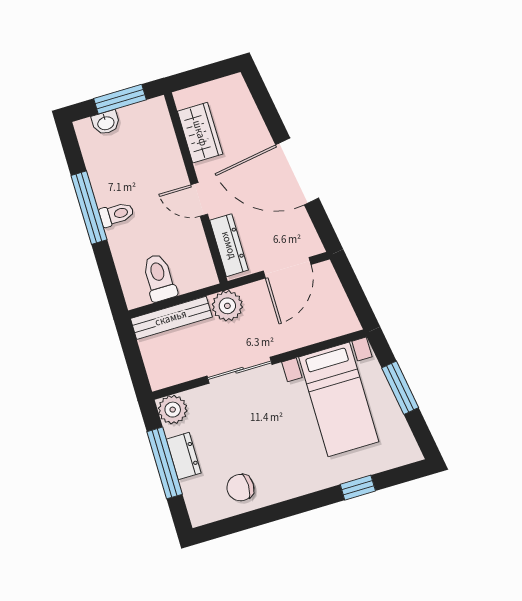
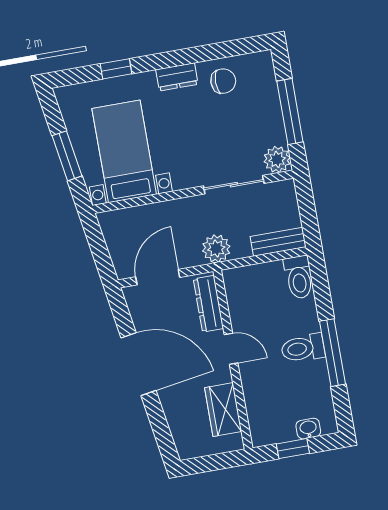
window: (120, 99) -> (293, 449), width x0.67
toilet: (117, 214) -> (303, 348), width x1.37, depth x1.39
toilet: (159, 278) -> (299, 277), moved
bench: (171, 318) -> (278, 242), width x0.73
sliding door: (239, 370) -> (234, 185), moved
dresser: (184, 456) -> (177, 77), moved, turned -90

